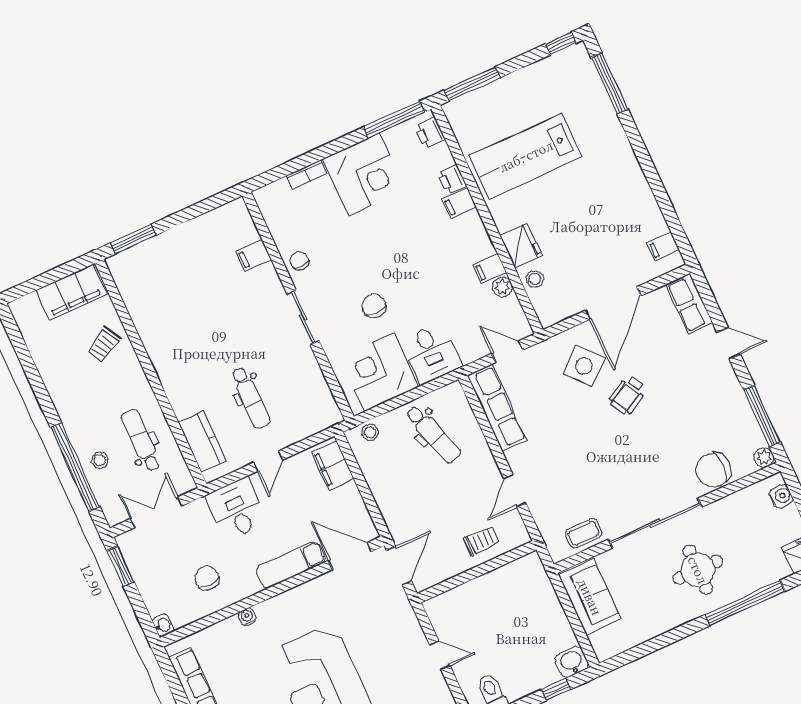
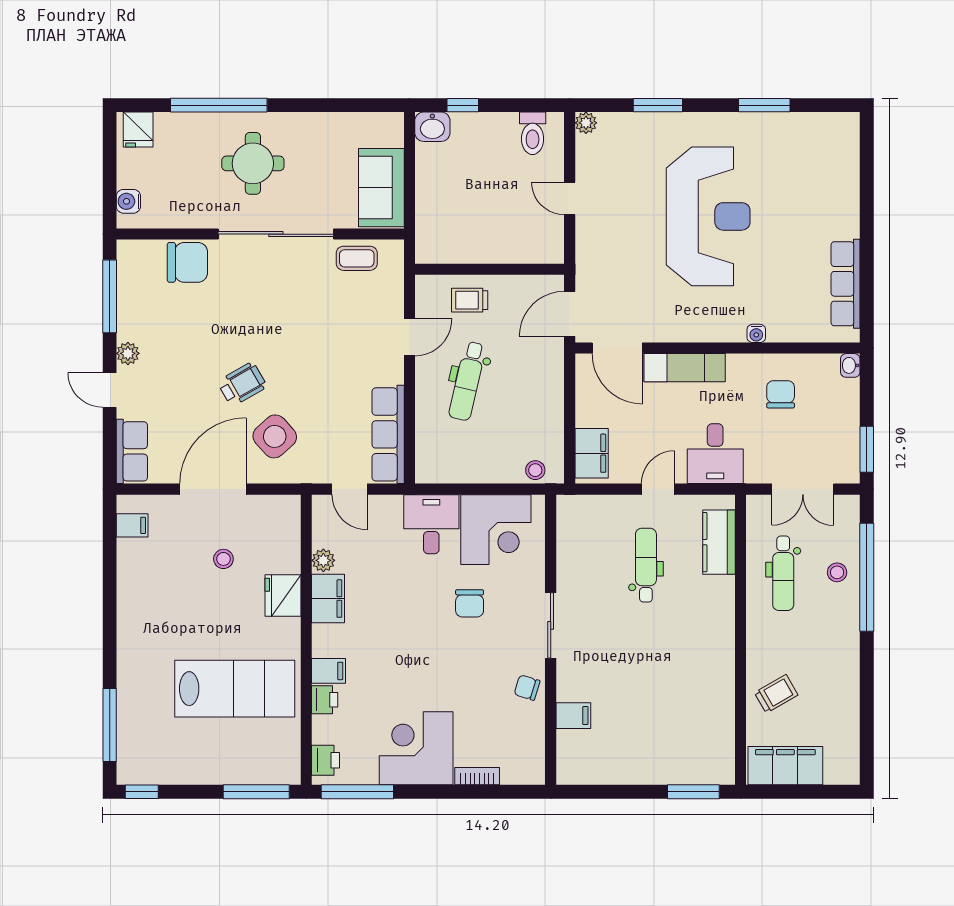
chair: (299, 261) -> (527, 688), turned 107
filing cabinet: (490, 269) -> (328, 599), width x2.00
stool: (535, 279) -> (223, 559), moved
dental chair: (433, 435) -> (467, 381), moved, turned -149
plant: (764, 458) -> (128, 353), moved
chair: (207, 578) -> (781, 394), turned 180

